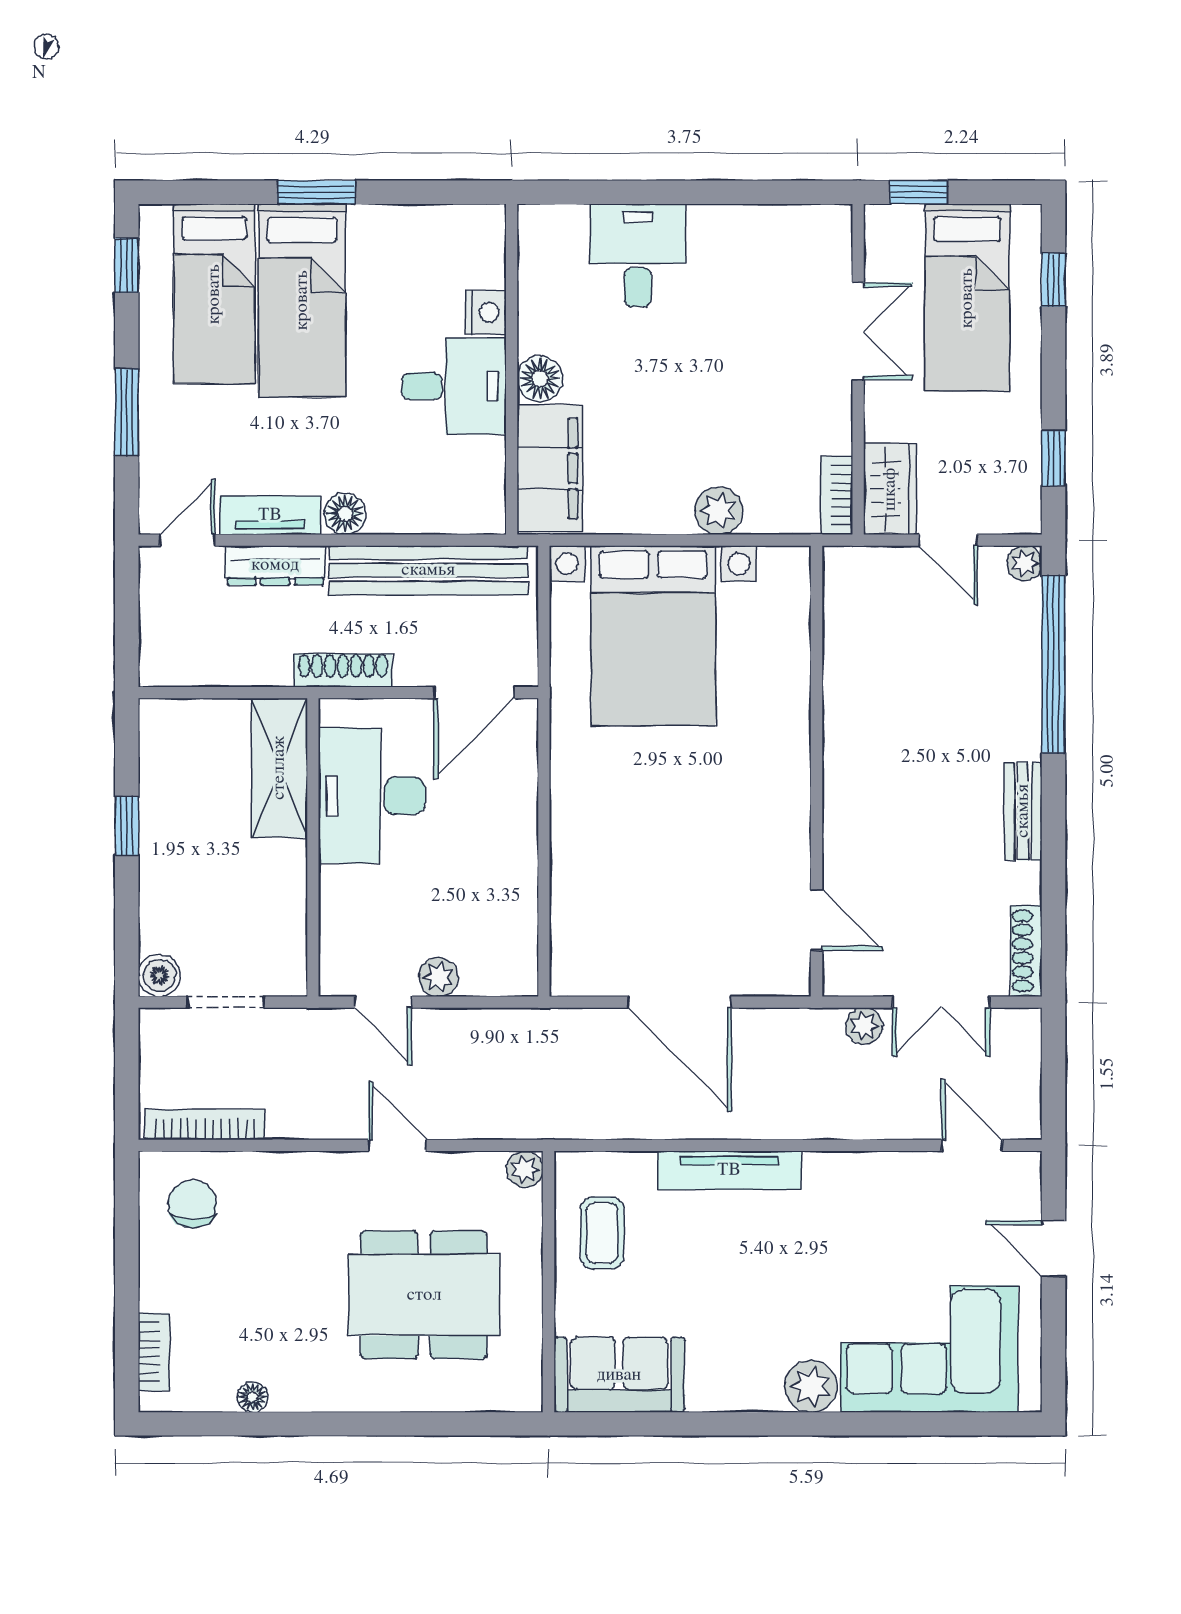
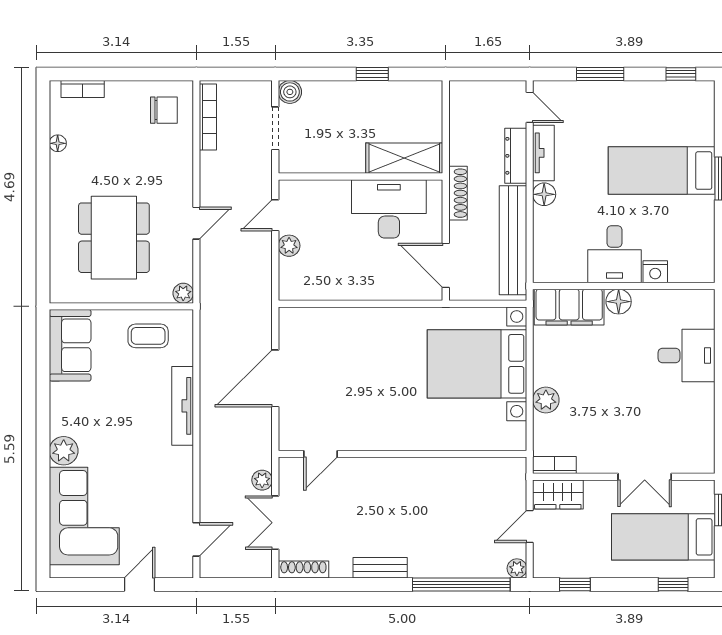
bed: (214, 294) -> (665, 122), removed

